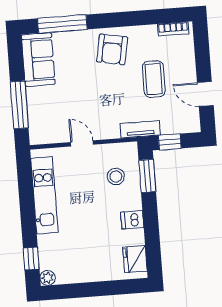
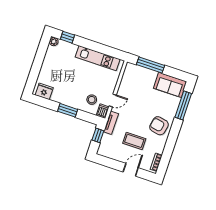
door: (205, 94) -> (131, 170), moved
door: (82, 143) -> (113, 101), moved
window: (147, 176) -> (68, 110), moved
dishwasher: (132, 220) -> (103, 111), moved

